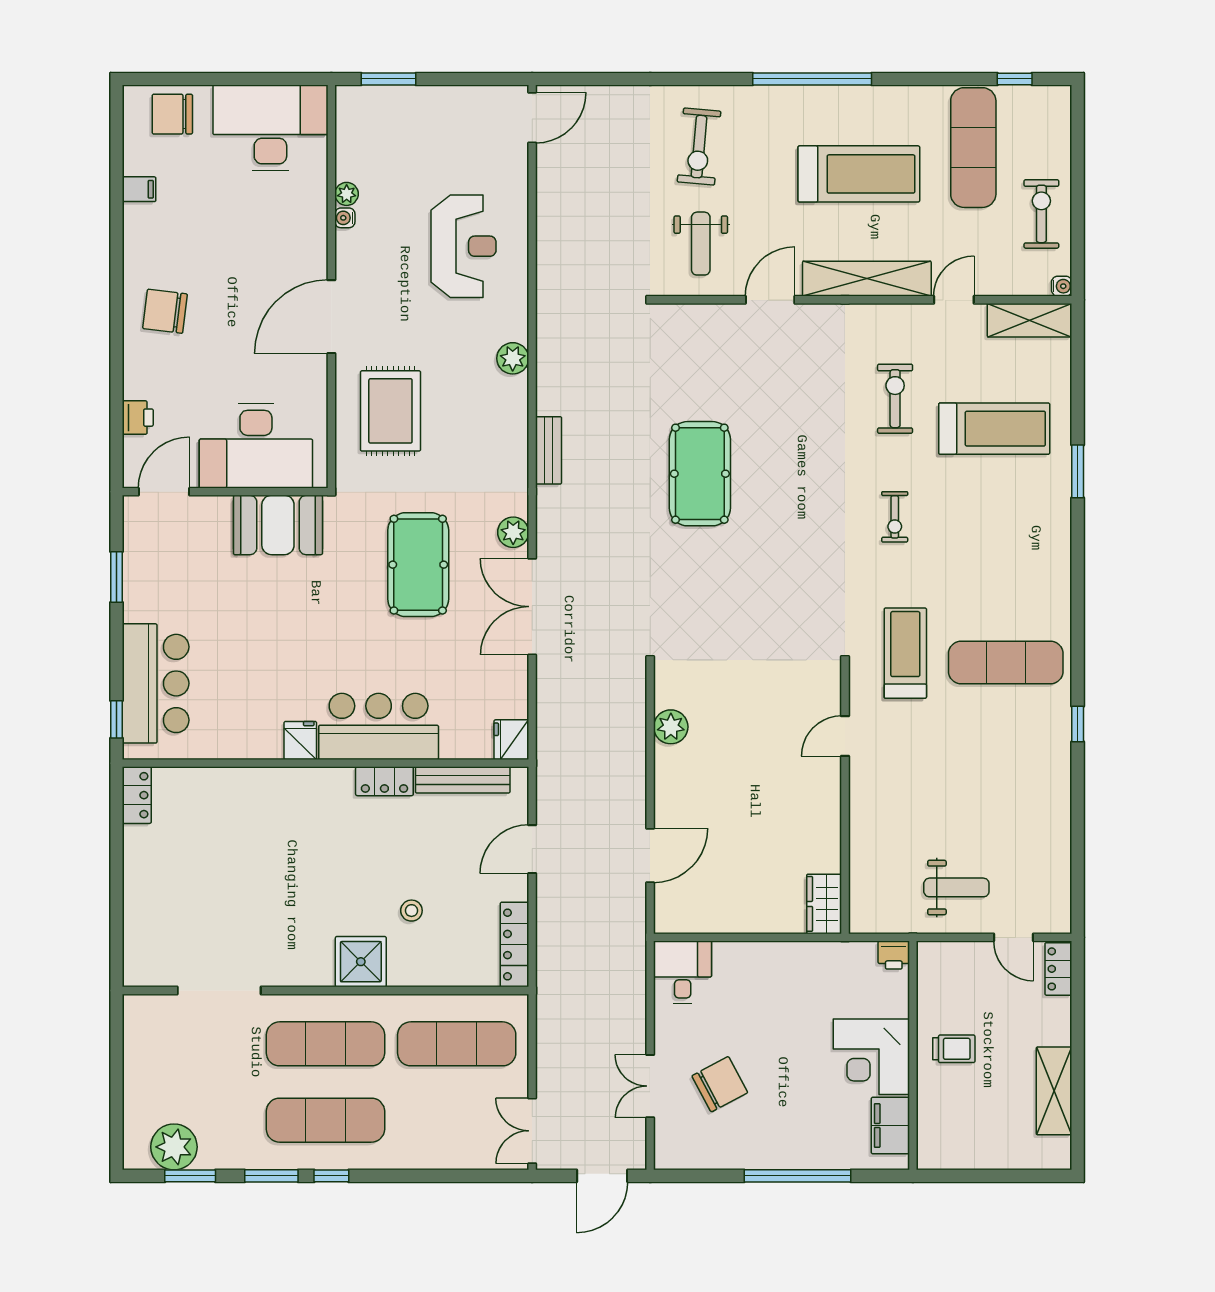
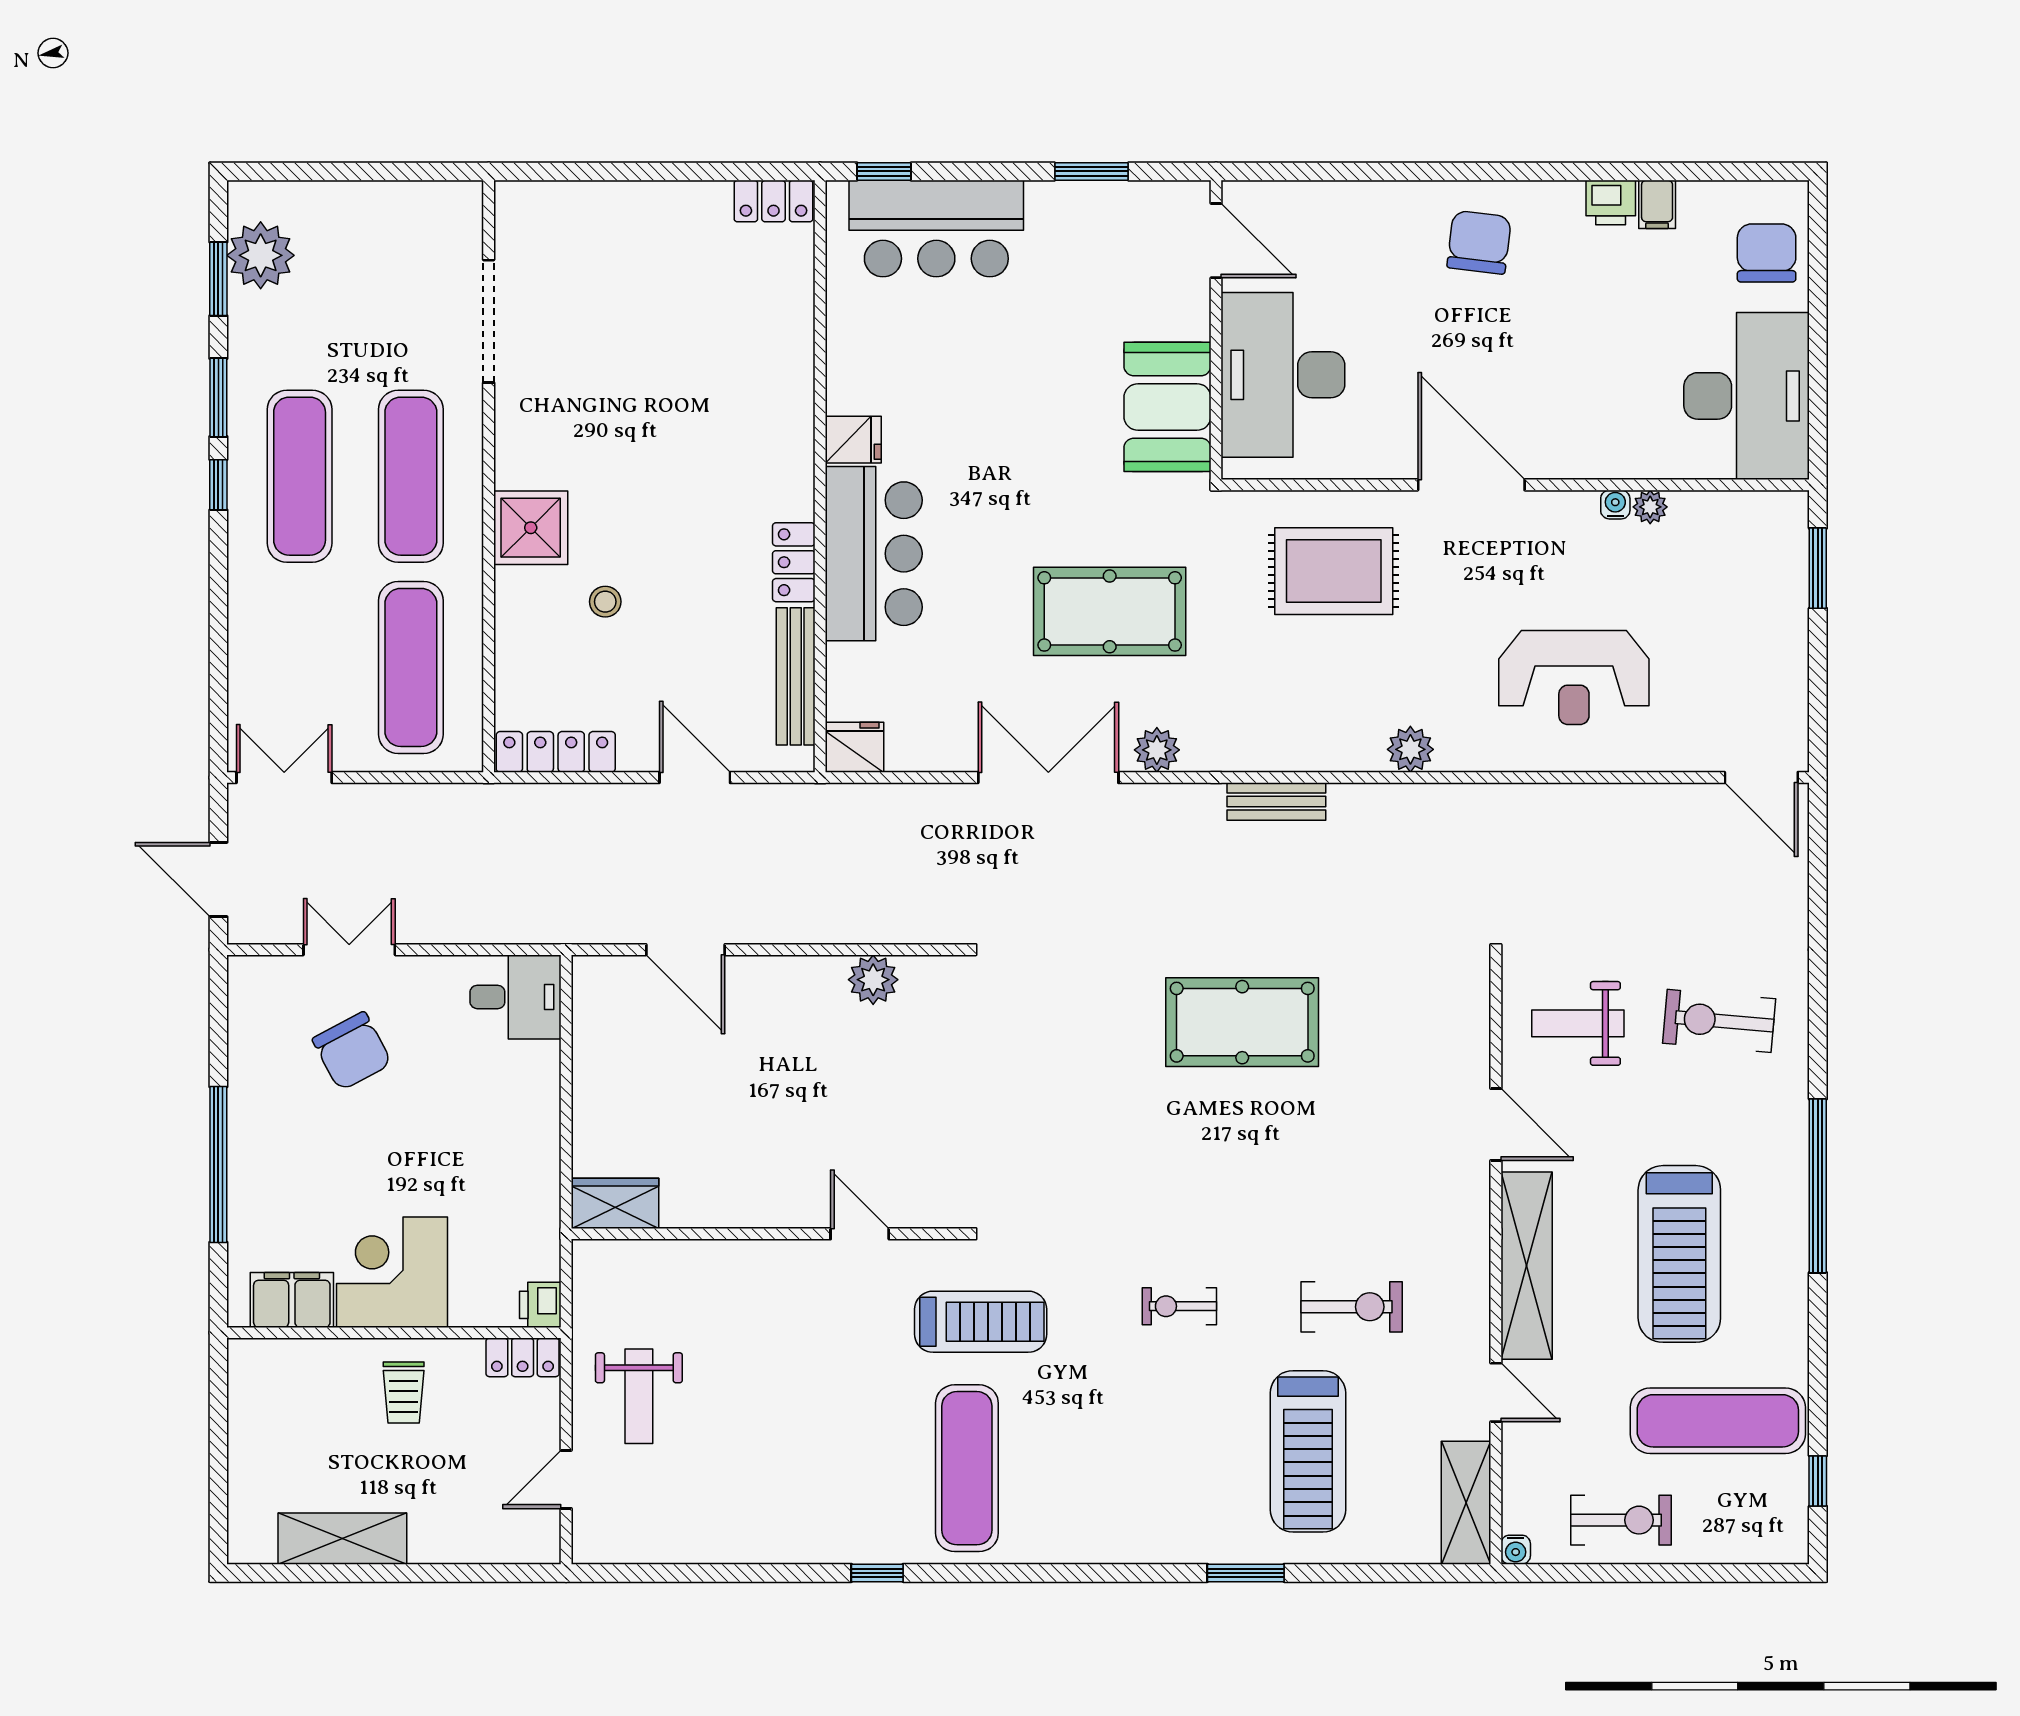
printer: (138, 418) -> (1611, 202), moved
locker: (1058, 969) -> (523, 1357), moved, turned 180

